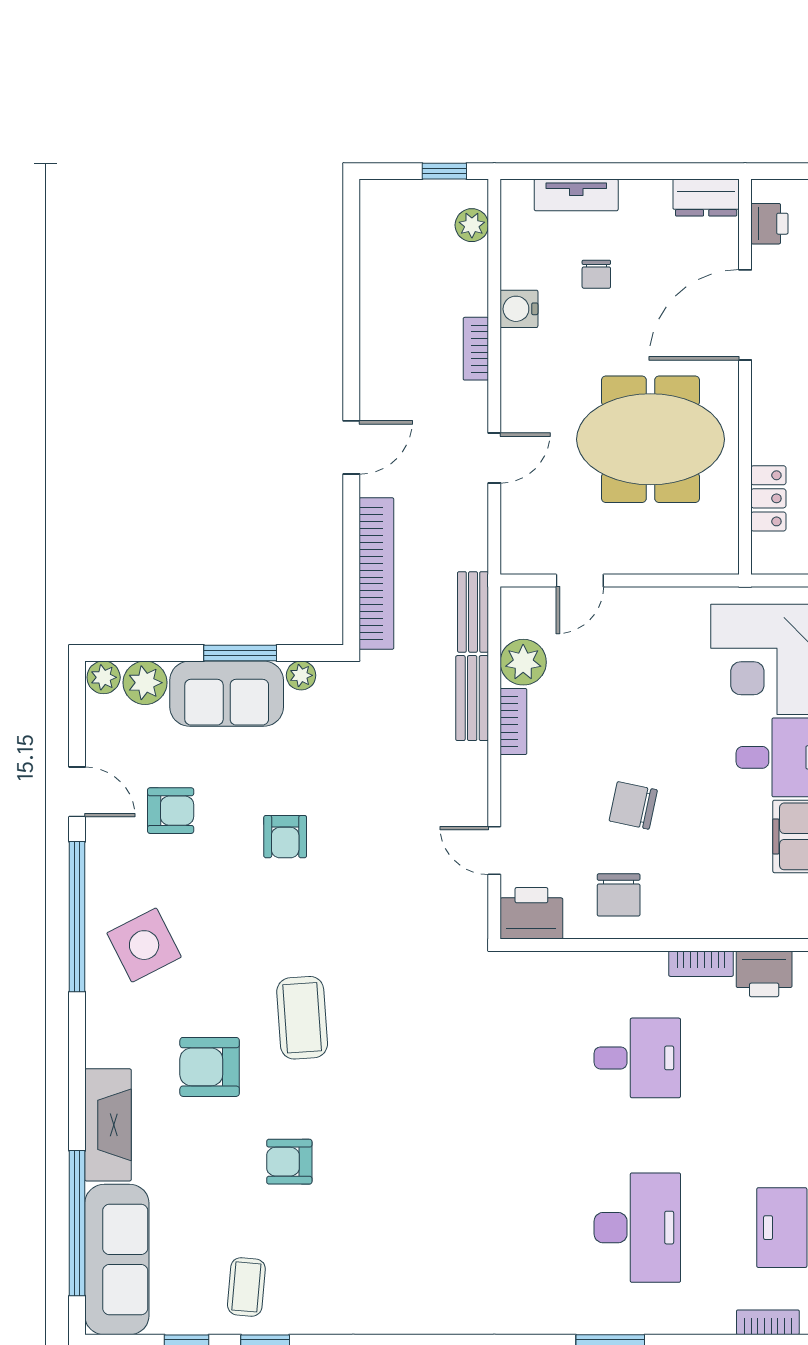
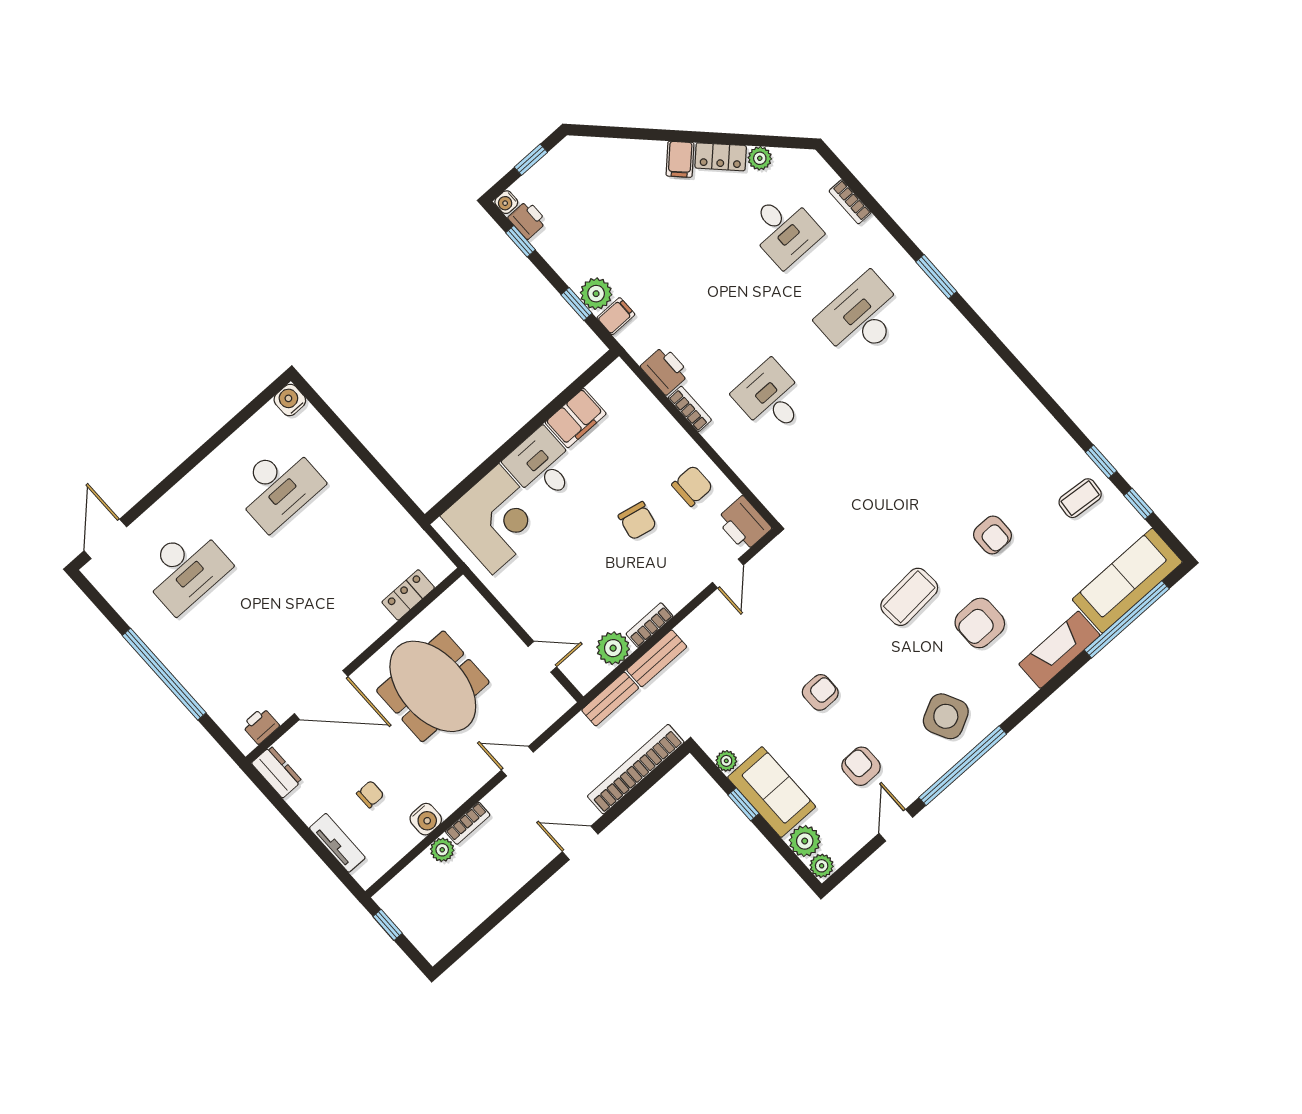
plant: (472, 225) -> (442, 850), moved
window: (240, 653) -> (743, 804), width x0.67
armchair: (210, 1067) -> (980, 623), turned 90

